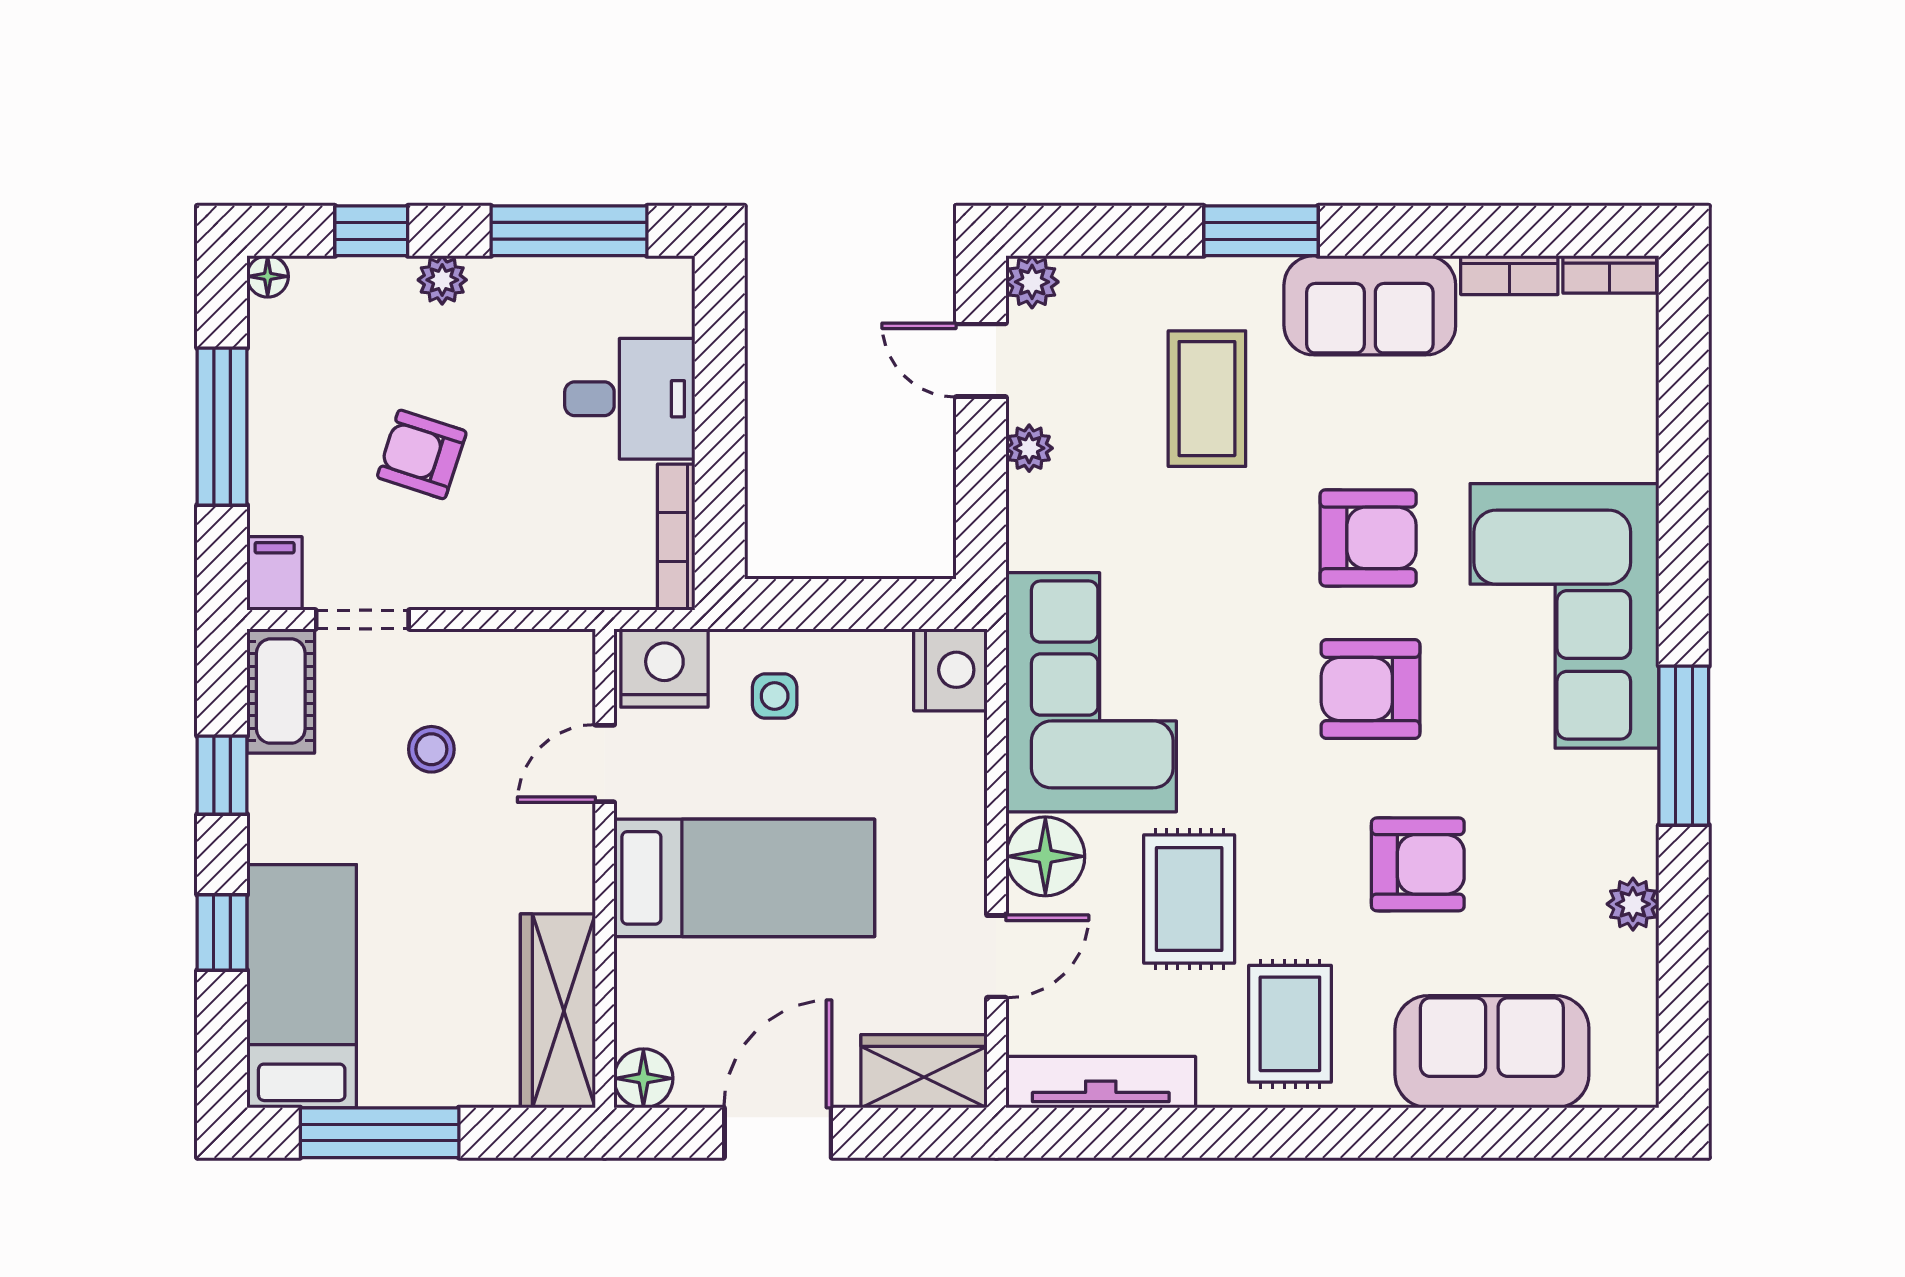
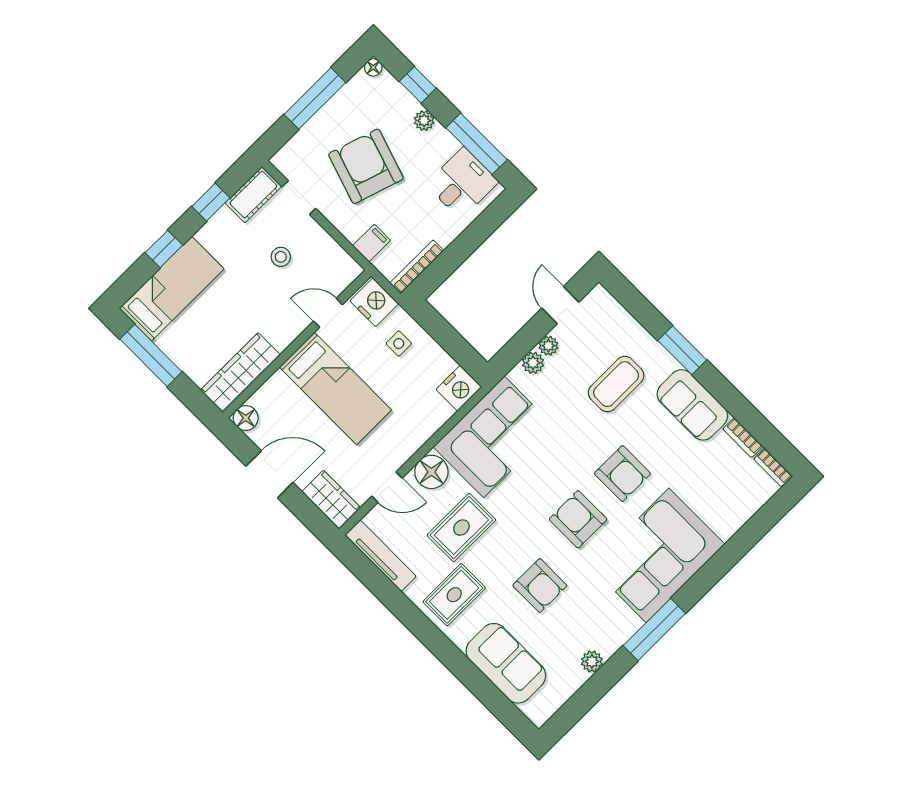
plant: (1032, 282) -> (533, 363), moved
desk: (630, 399) -> (462, 183), moved, turned -90
armchair: (422, 454) -> (366, 166), width x1.88, depth x1.88
filing cabinet: (275, 573) -> (372, 243), moved

